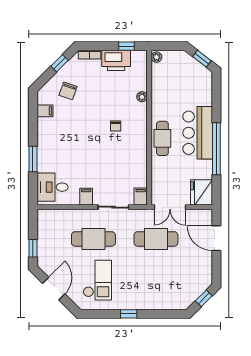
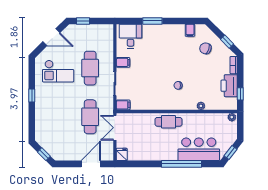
bar counter: (198, 133) -> (199, 149), moved
window: (216, 149) -> (182, 164), moved
fridge: (202, 192) -> (122, 154), width x0.53, depth x0.75

